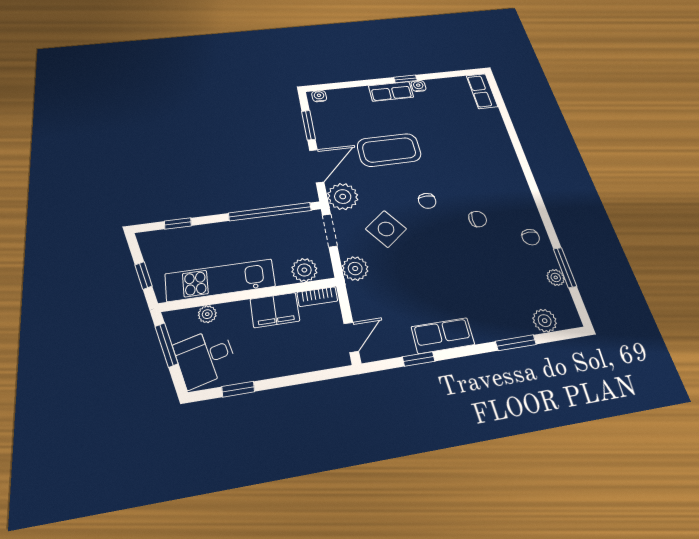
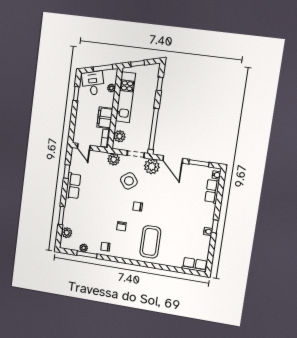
row of seats: (391, 91) -> (212, 191), moved
coffee table: (389, 150) -> (150, 242), moved

